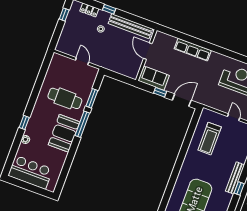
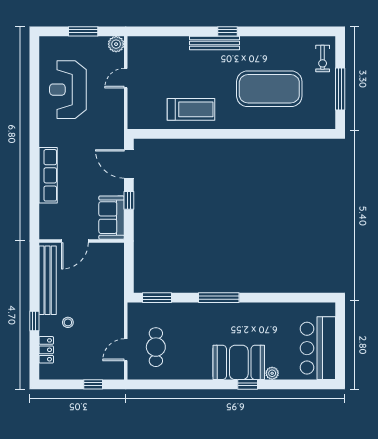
window: (64, 14) -> (93, 384), moved
door: (82, 61) -> (126, 350), moved
cafe table: (65, 98) -> (156, 347), moved, width x0.73, depth x0.74
window: (92, 98) -> (157, 298), moved
booth: (64, 133) -> (239, 362), moved
treadmill: (210, 139) -> (191, 109), moved

